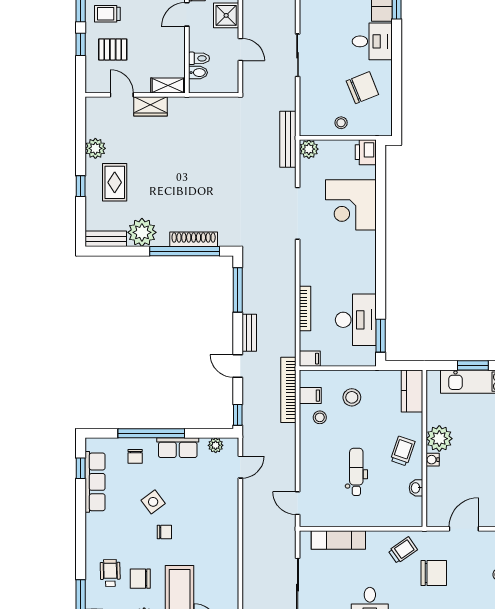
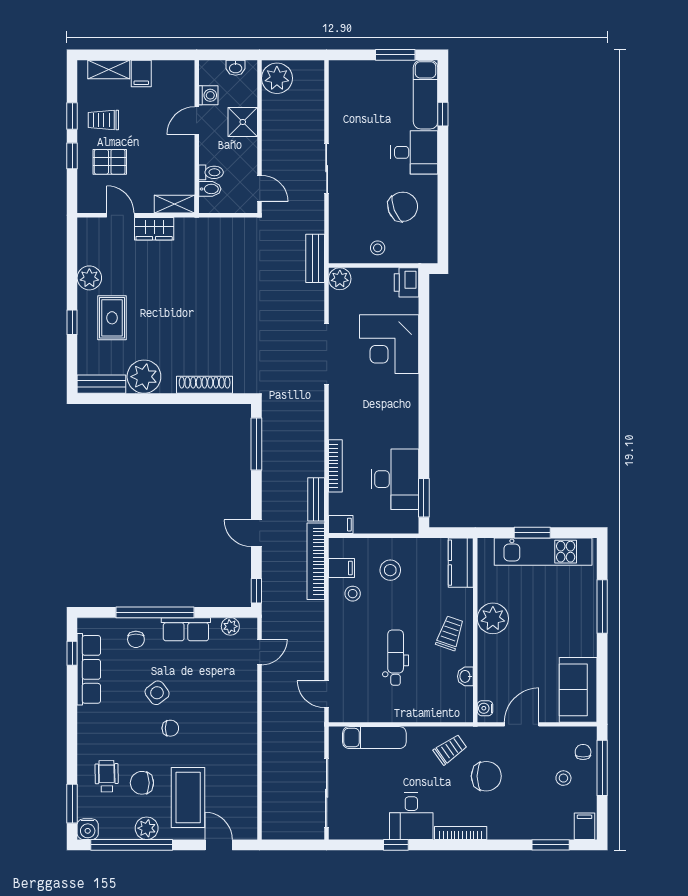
door: (240, 49) -> (260, 189), moved
bench: (288, 139) -> (315, 258), width x0.73
window: (185, 251) -> (194, 399), removed
bench: (249, 333) -> (316, 499), moved
water cooler: (433, 460) -> (485, 708), moved

